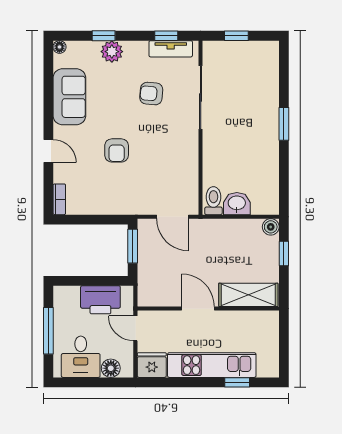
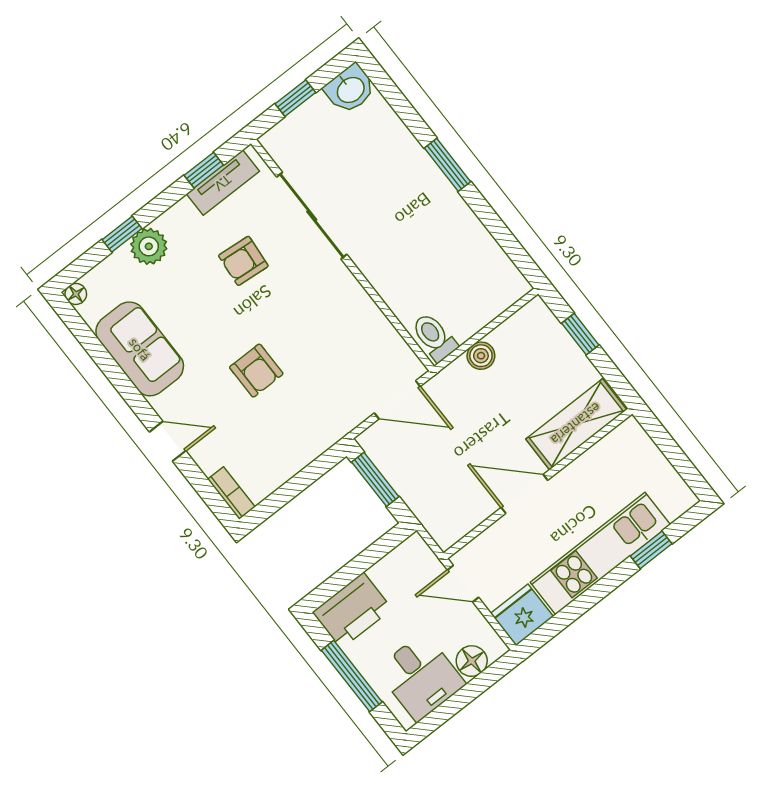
washbasin: (237, 204) -> (350, 89), moved, turned 180
boiler: (271, 227) -> (481, 356), moved
printer: (100, 300) -> (352, 610), moved

